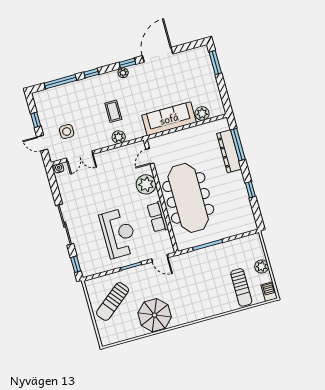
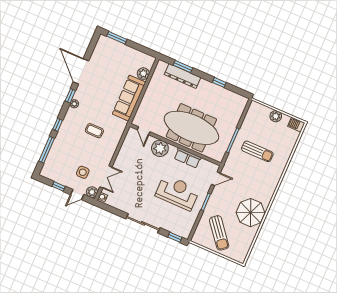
plant: (119, 137) -> (92, 192), moved
window: (238, 145) -> (183, 67), width x0.69
sun lounger: (241, 287) -> (257, 151), moved

